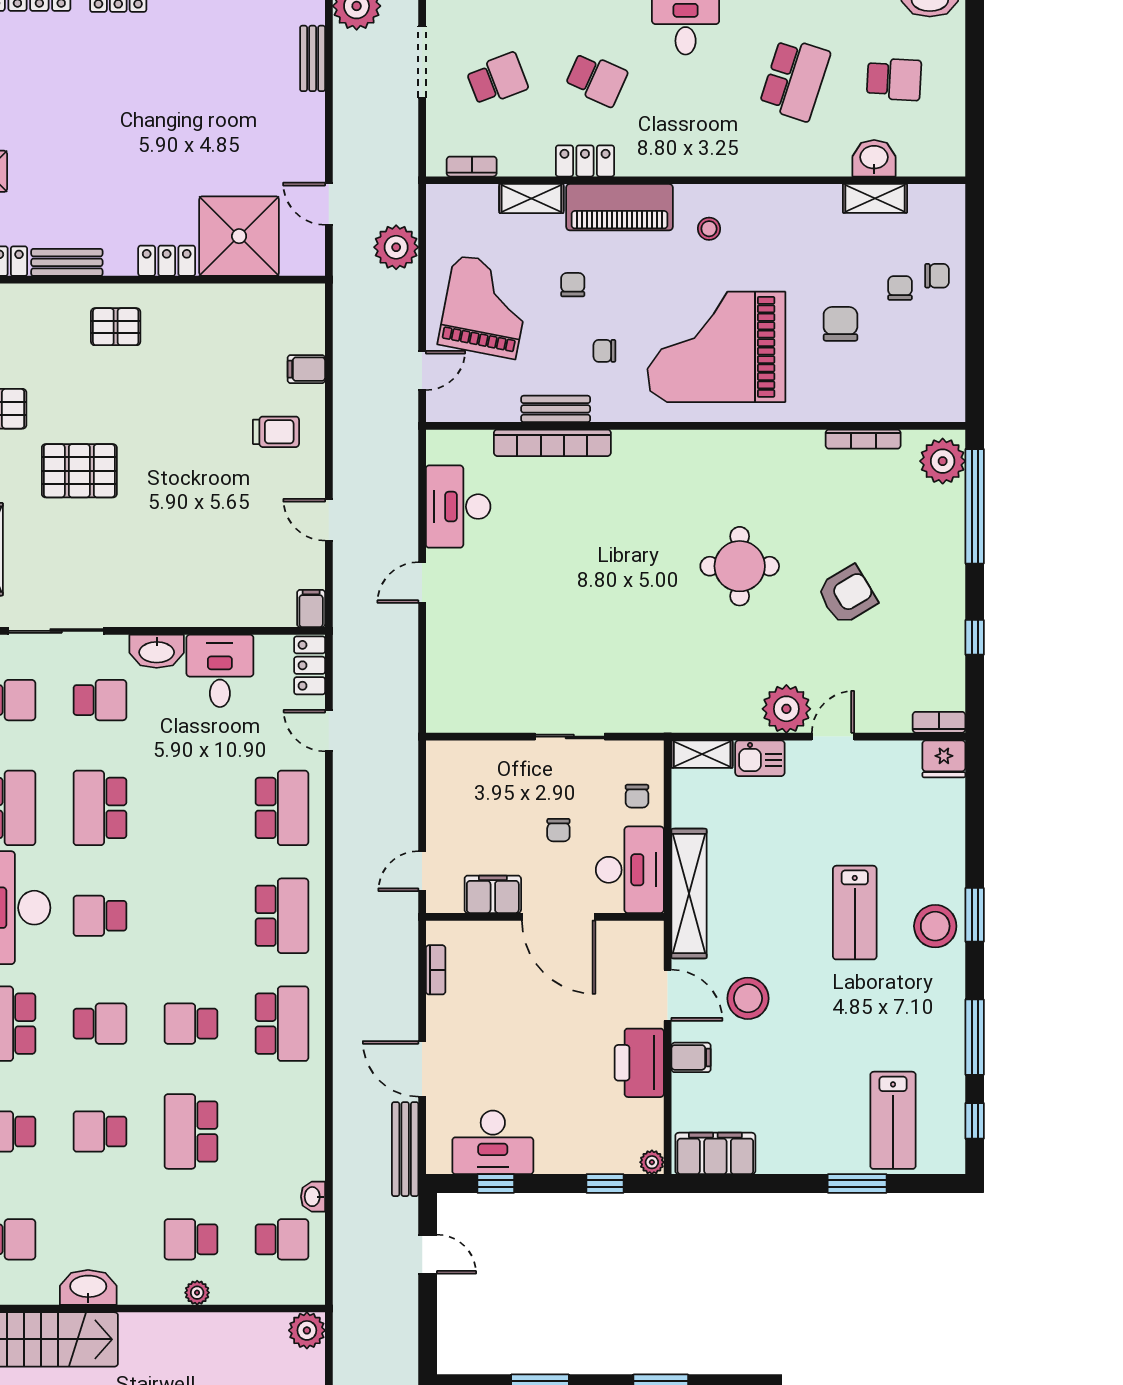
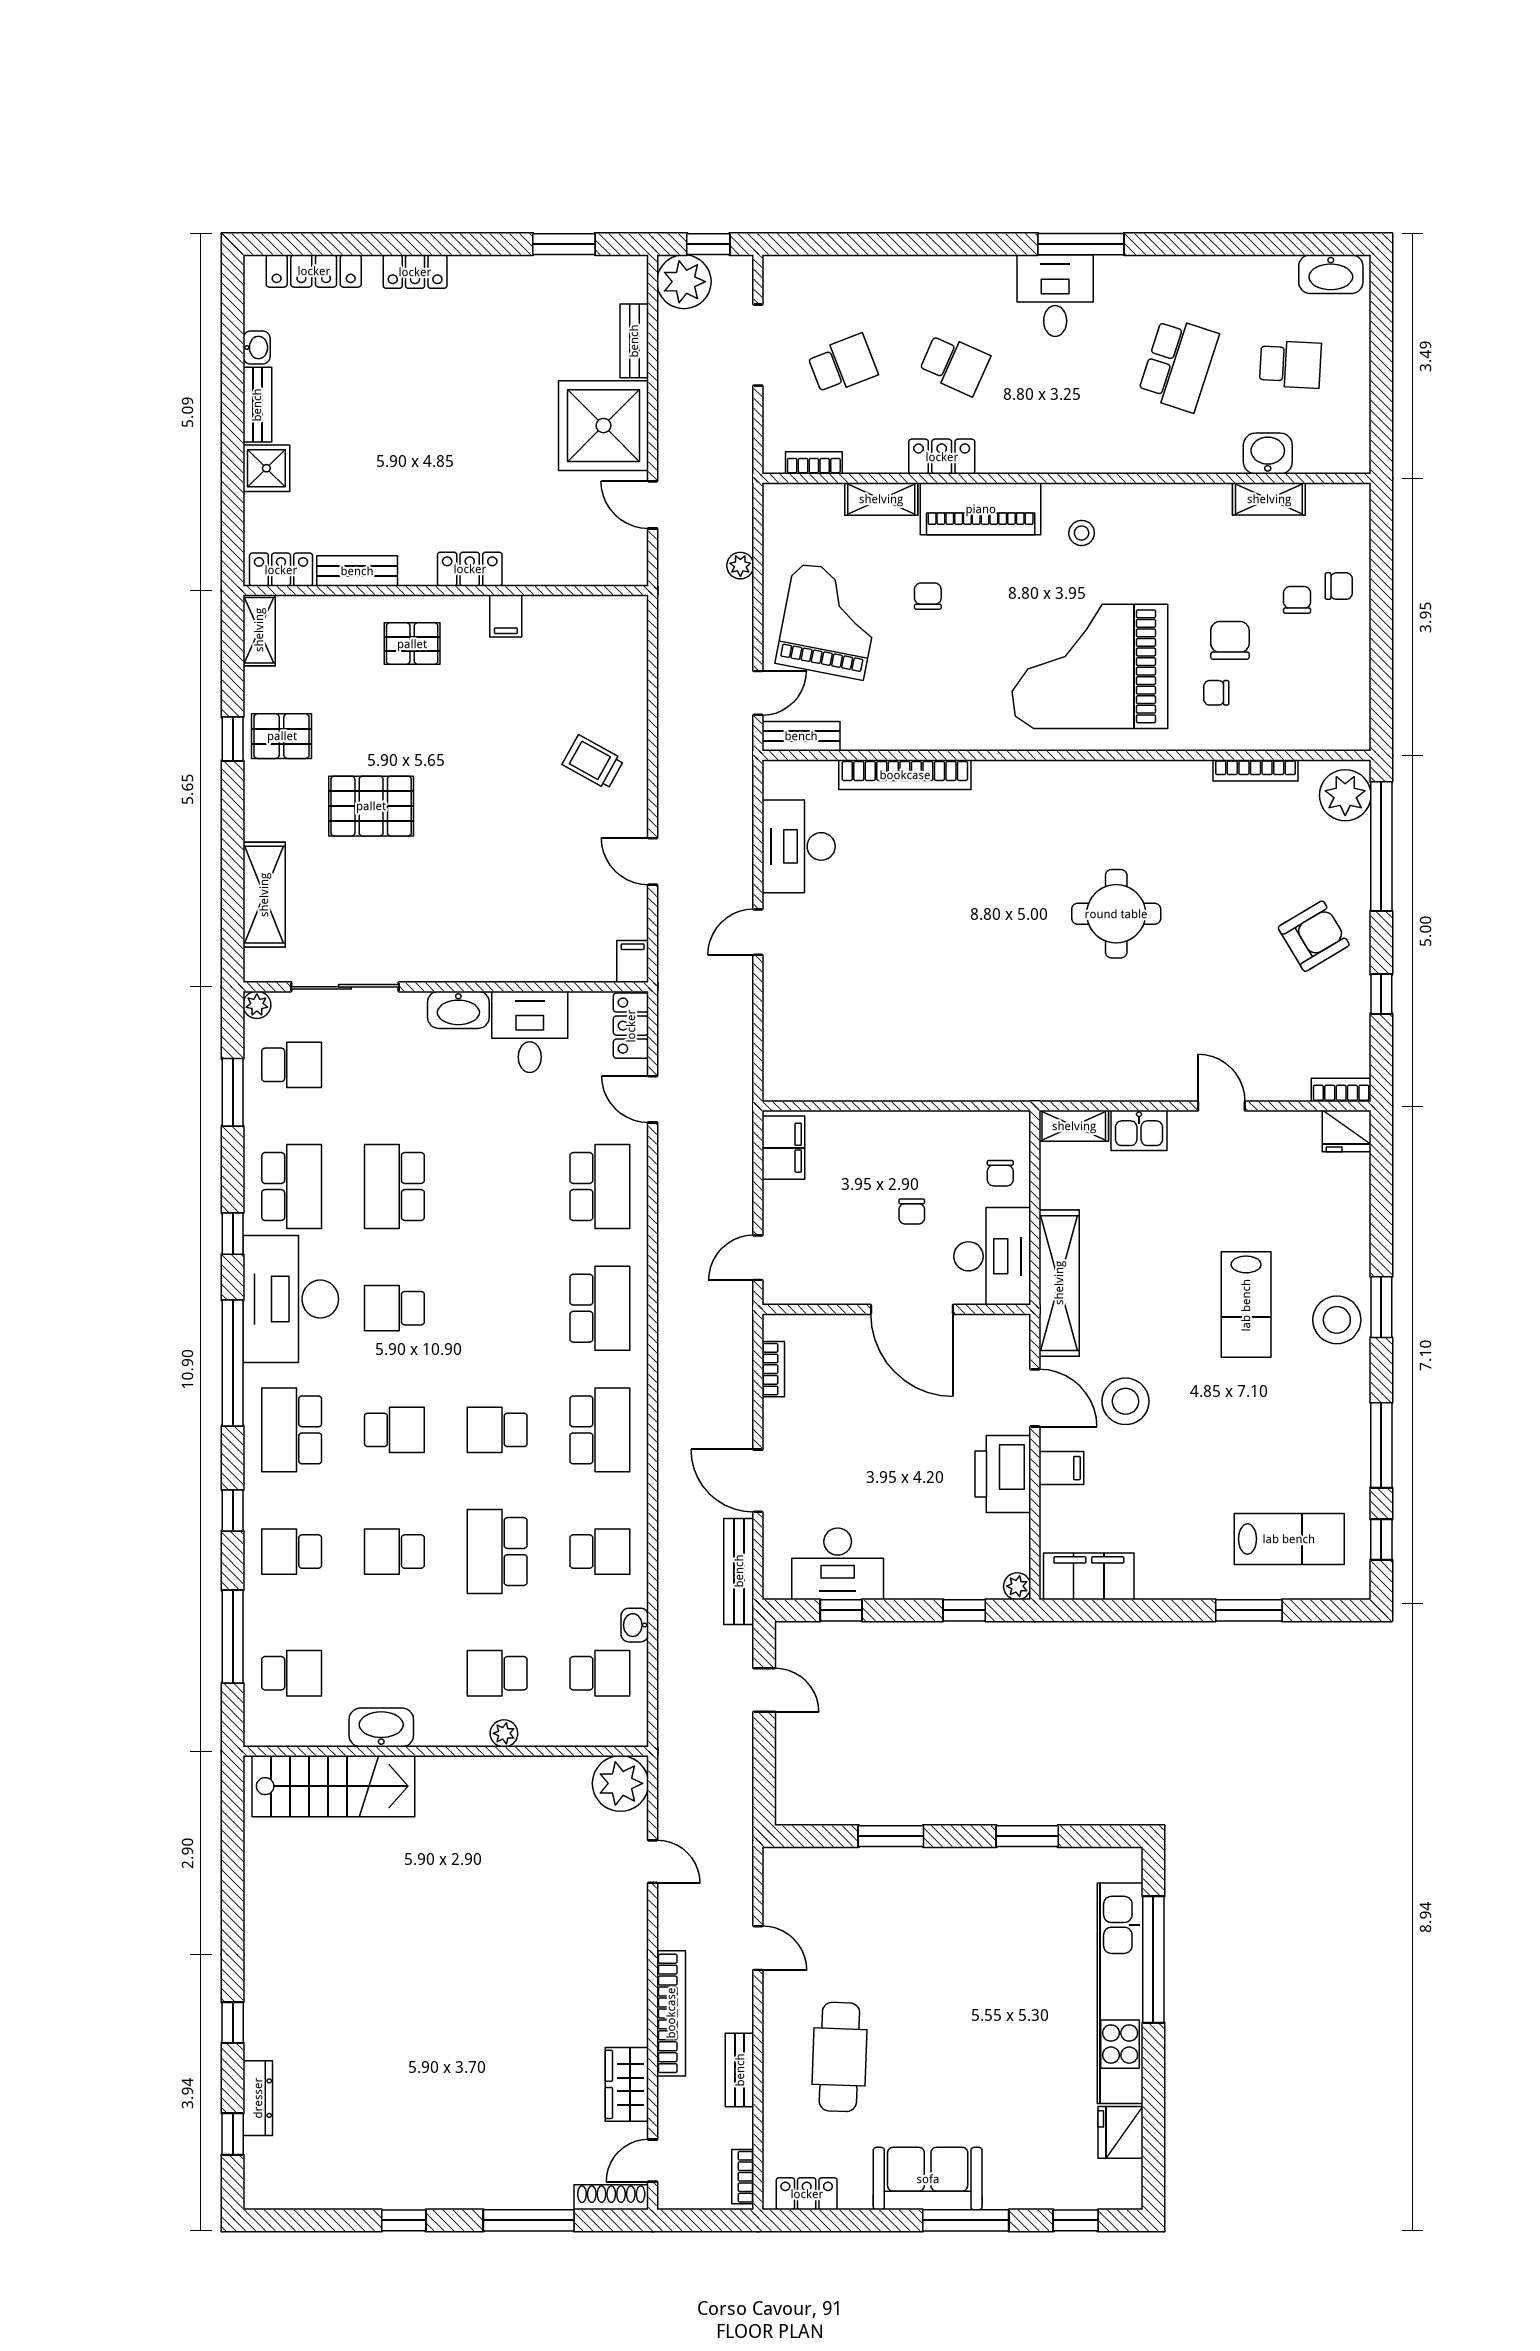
shower: (239, 236) -> (603, 426), moved
plant: (396, 247) -> (740, 566), width x0.53, depth x0.53
chair: (604, 351) -> (1216, 693), moved
filing cabinet: (306, 369) -> (506, 616), moved, turned -90
bench: (556, 409) -> (801, 736), moved
trolley: (276, 432) -> (593, 762), turned -151
armchair: (847, 595) -> (1314, 936), moved
school desk: (100, 700) -> (600, 1552), moved
plant: (786, 709) -> (1169, 1075), removed
sliding door: (570, 737) -> (925, 1106), removed
door: (833, 737) -> (1221, 1106), hinge flipped
filing cabinet: (493, 894) -> (783, 1148), moved, turned 90
lab bench: (893, 1120) -> (1289, 1539), turned -90
plant: (307, 1330) -> (620, 1783), width x1.36, depth x1.36

